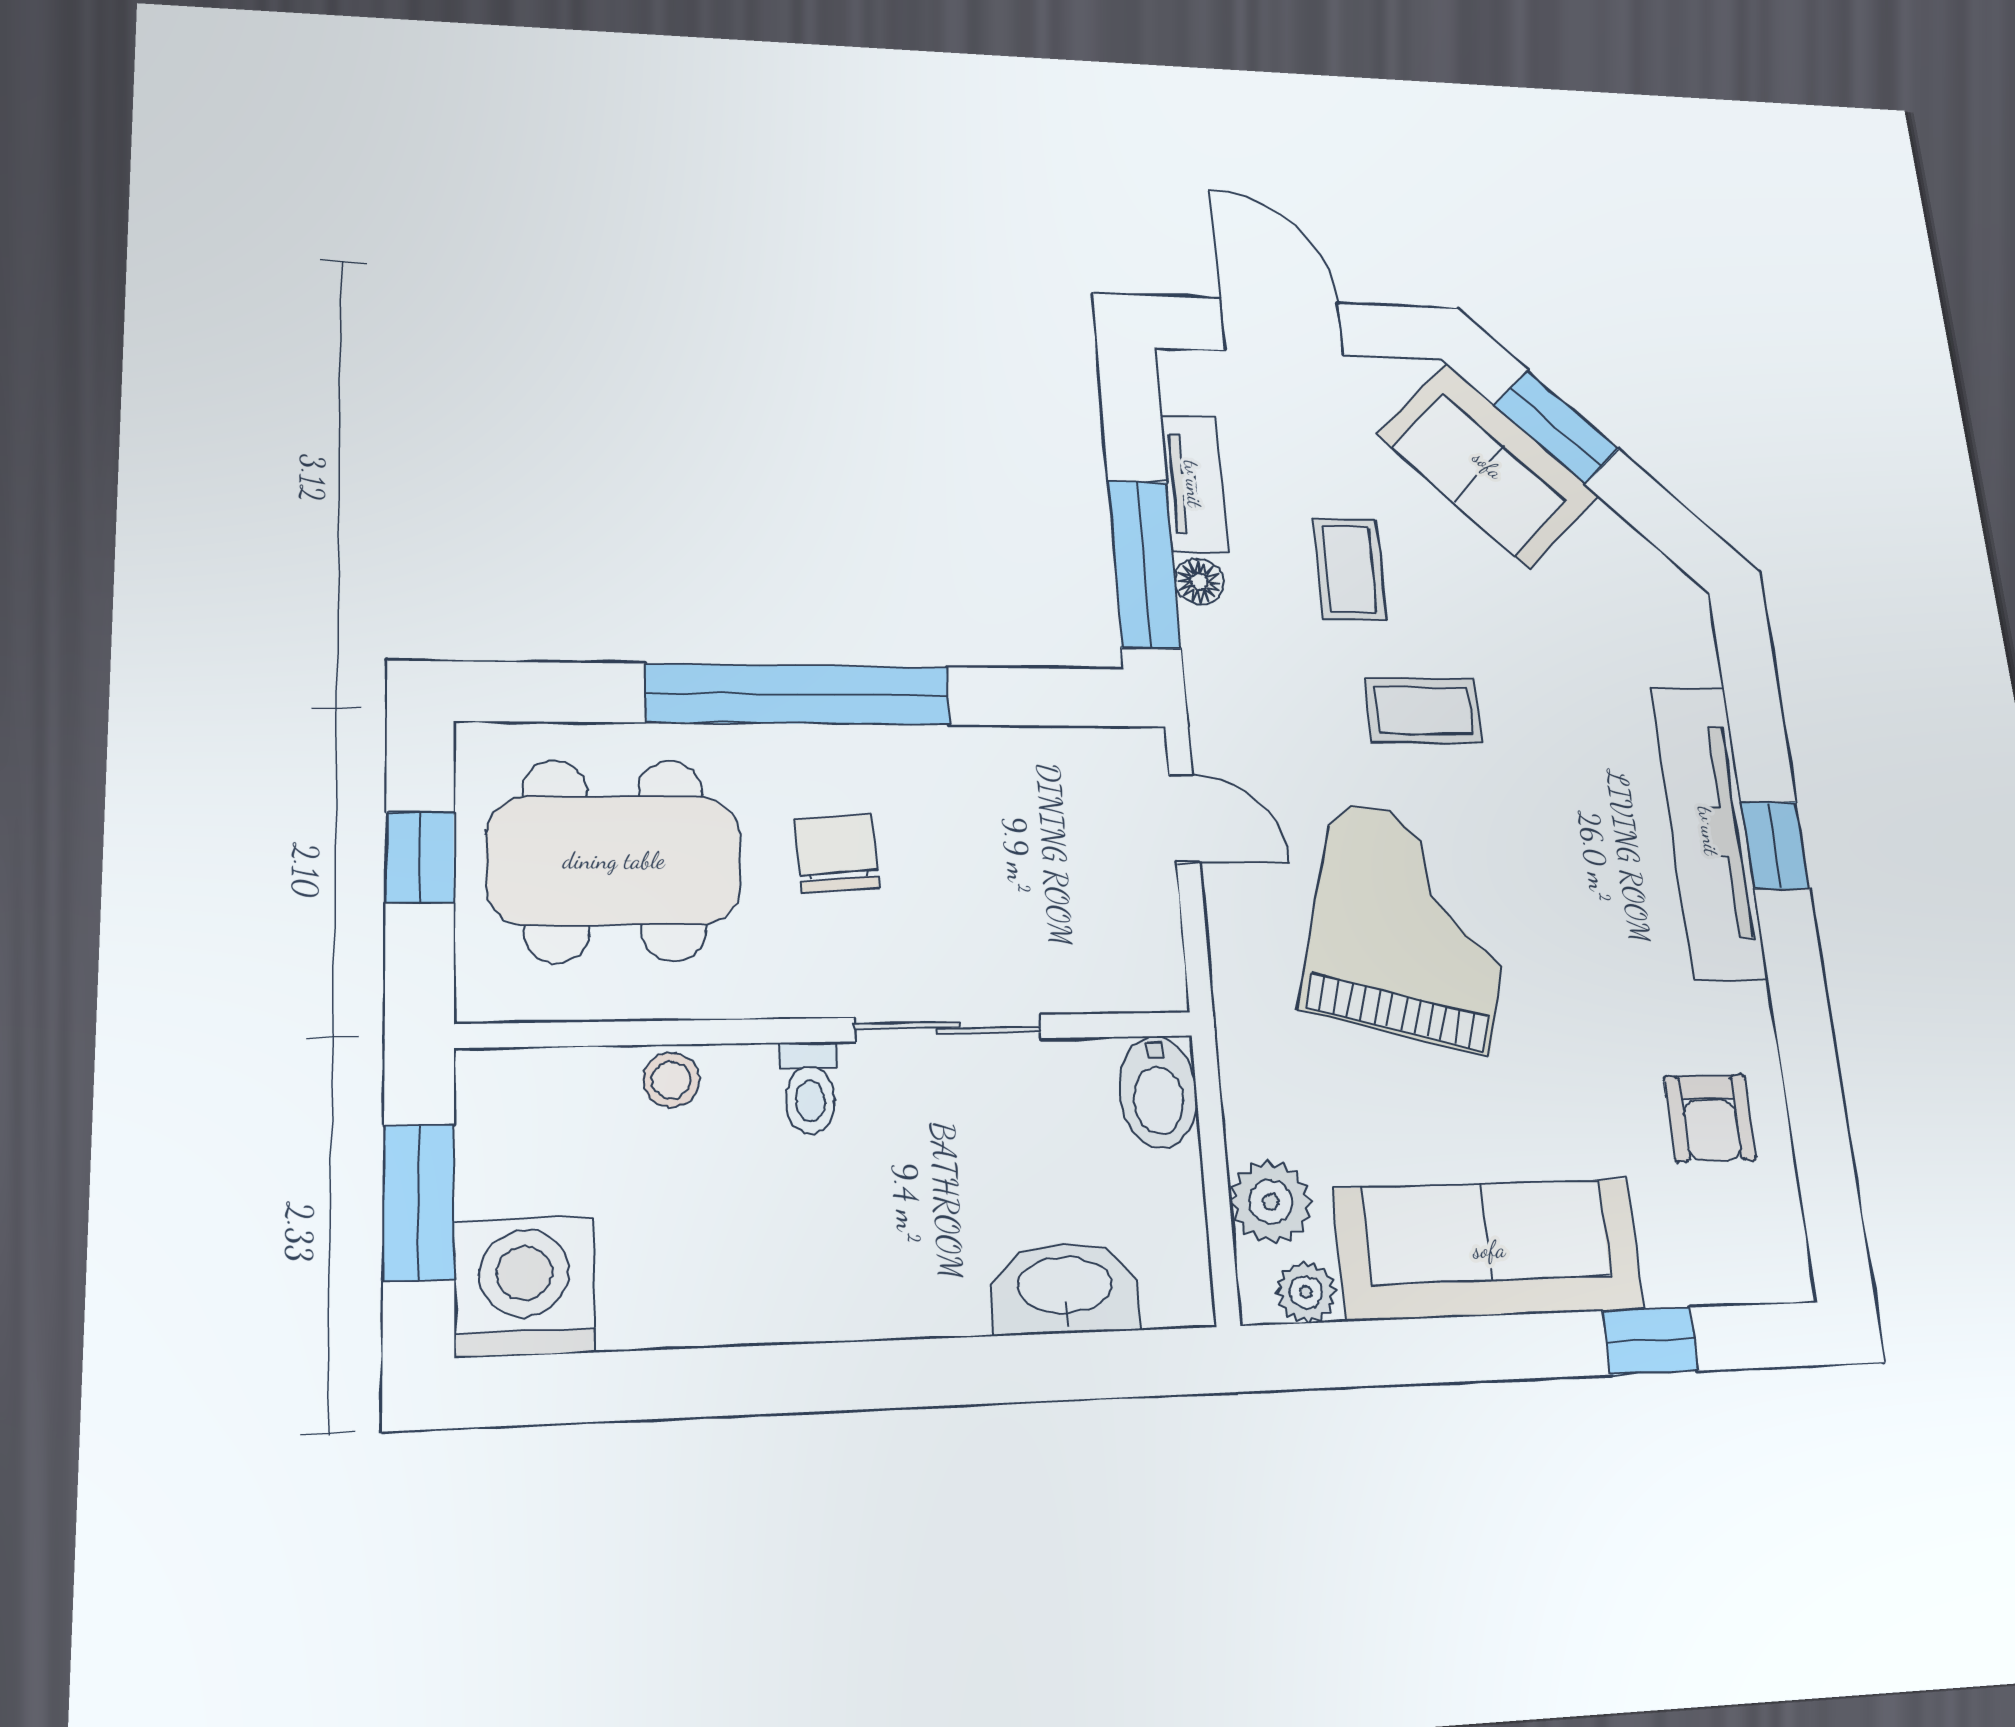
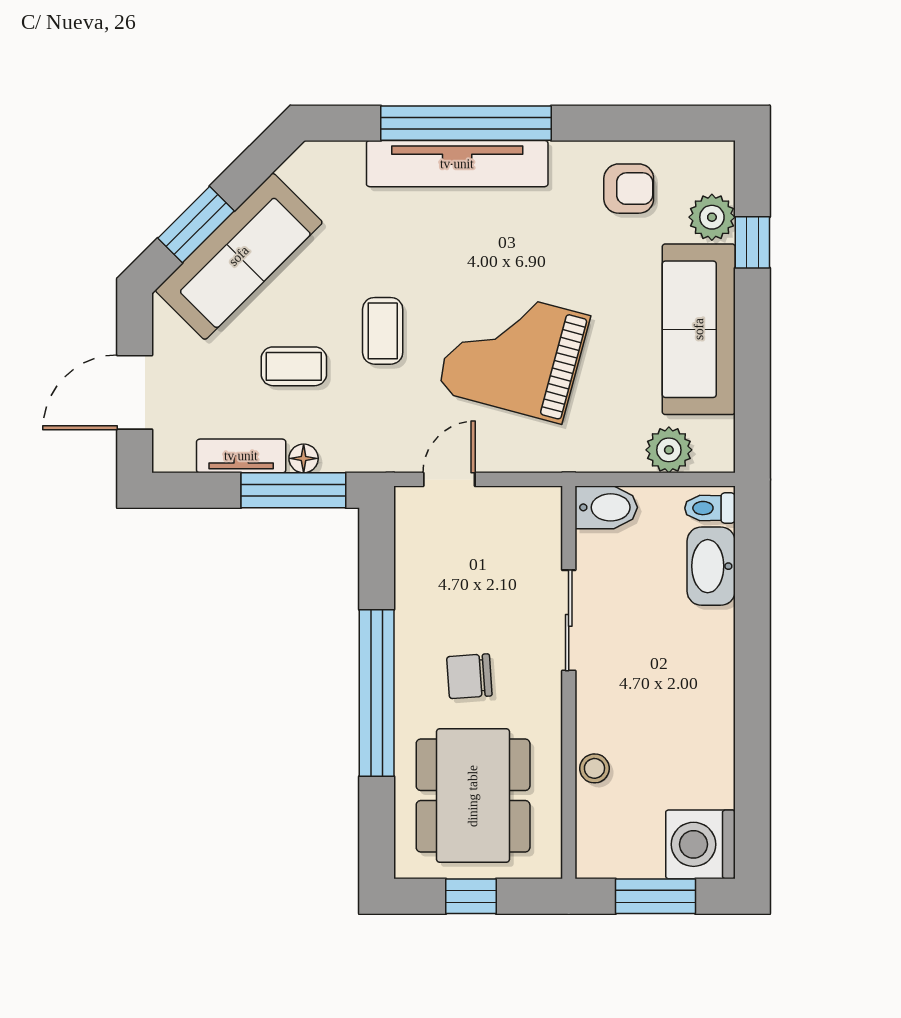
sofa: (1488, 465) -> (239, 256), width x1.36
window: (1775, 845) -> (466, 123), width x3.17
toilet: (810, 1088) -> (710, 508), moved, turned 180
plant: (1306, 1292) -> (712, 217), moved, width x1.38, depth x1.38

